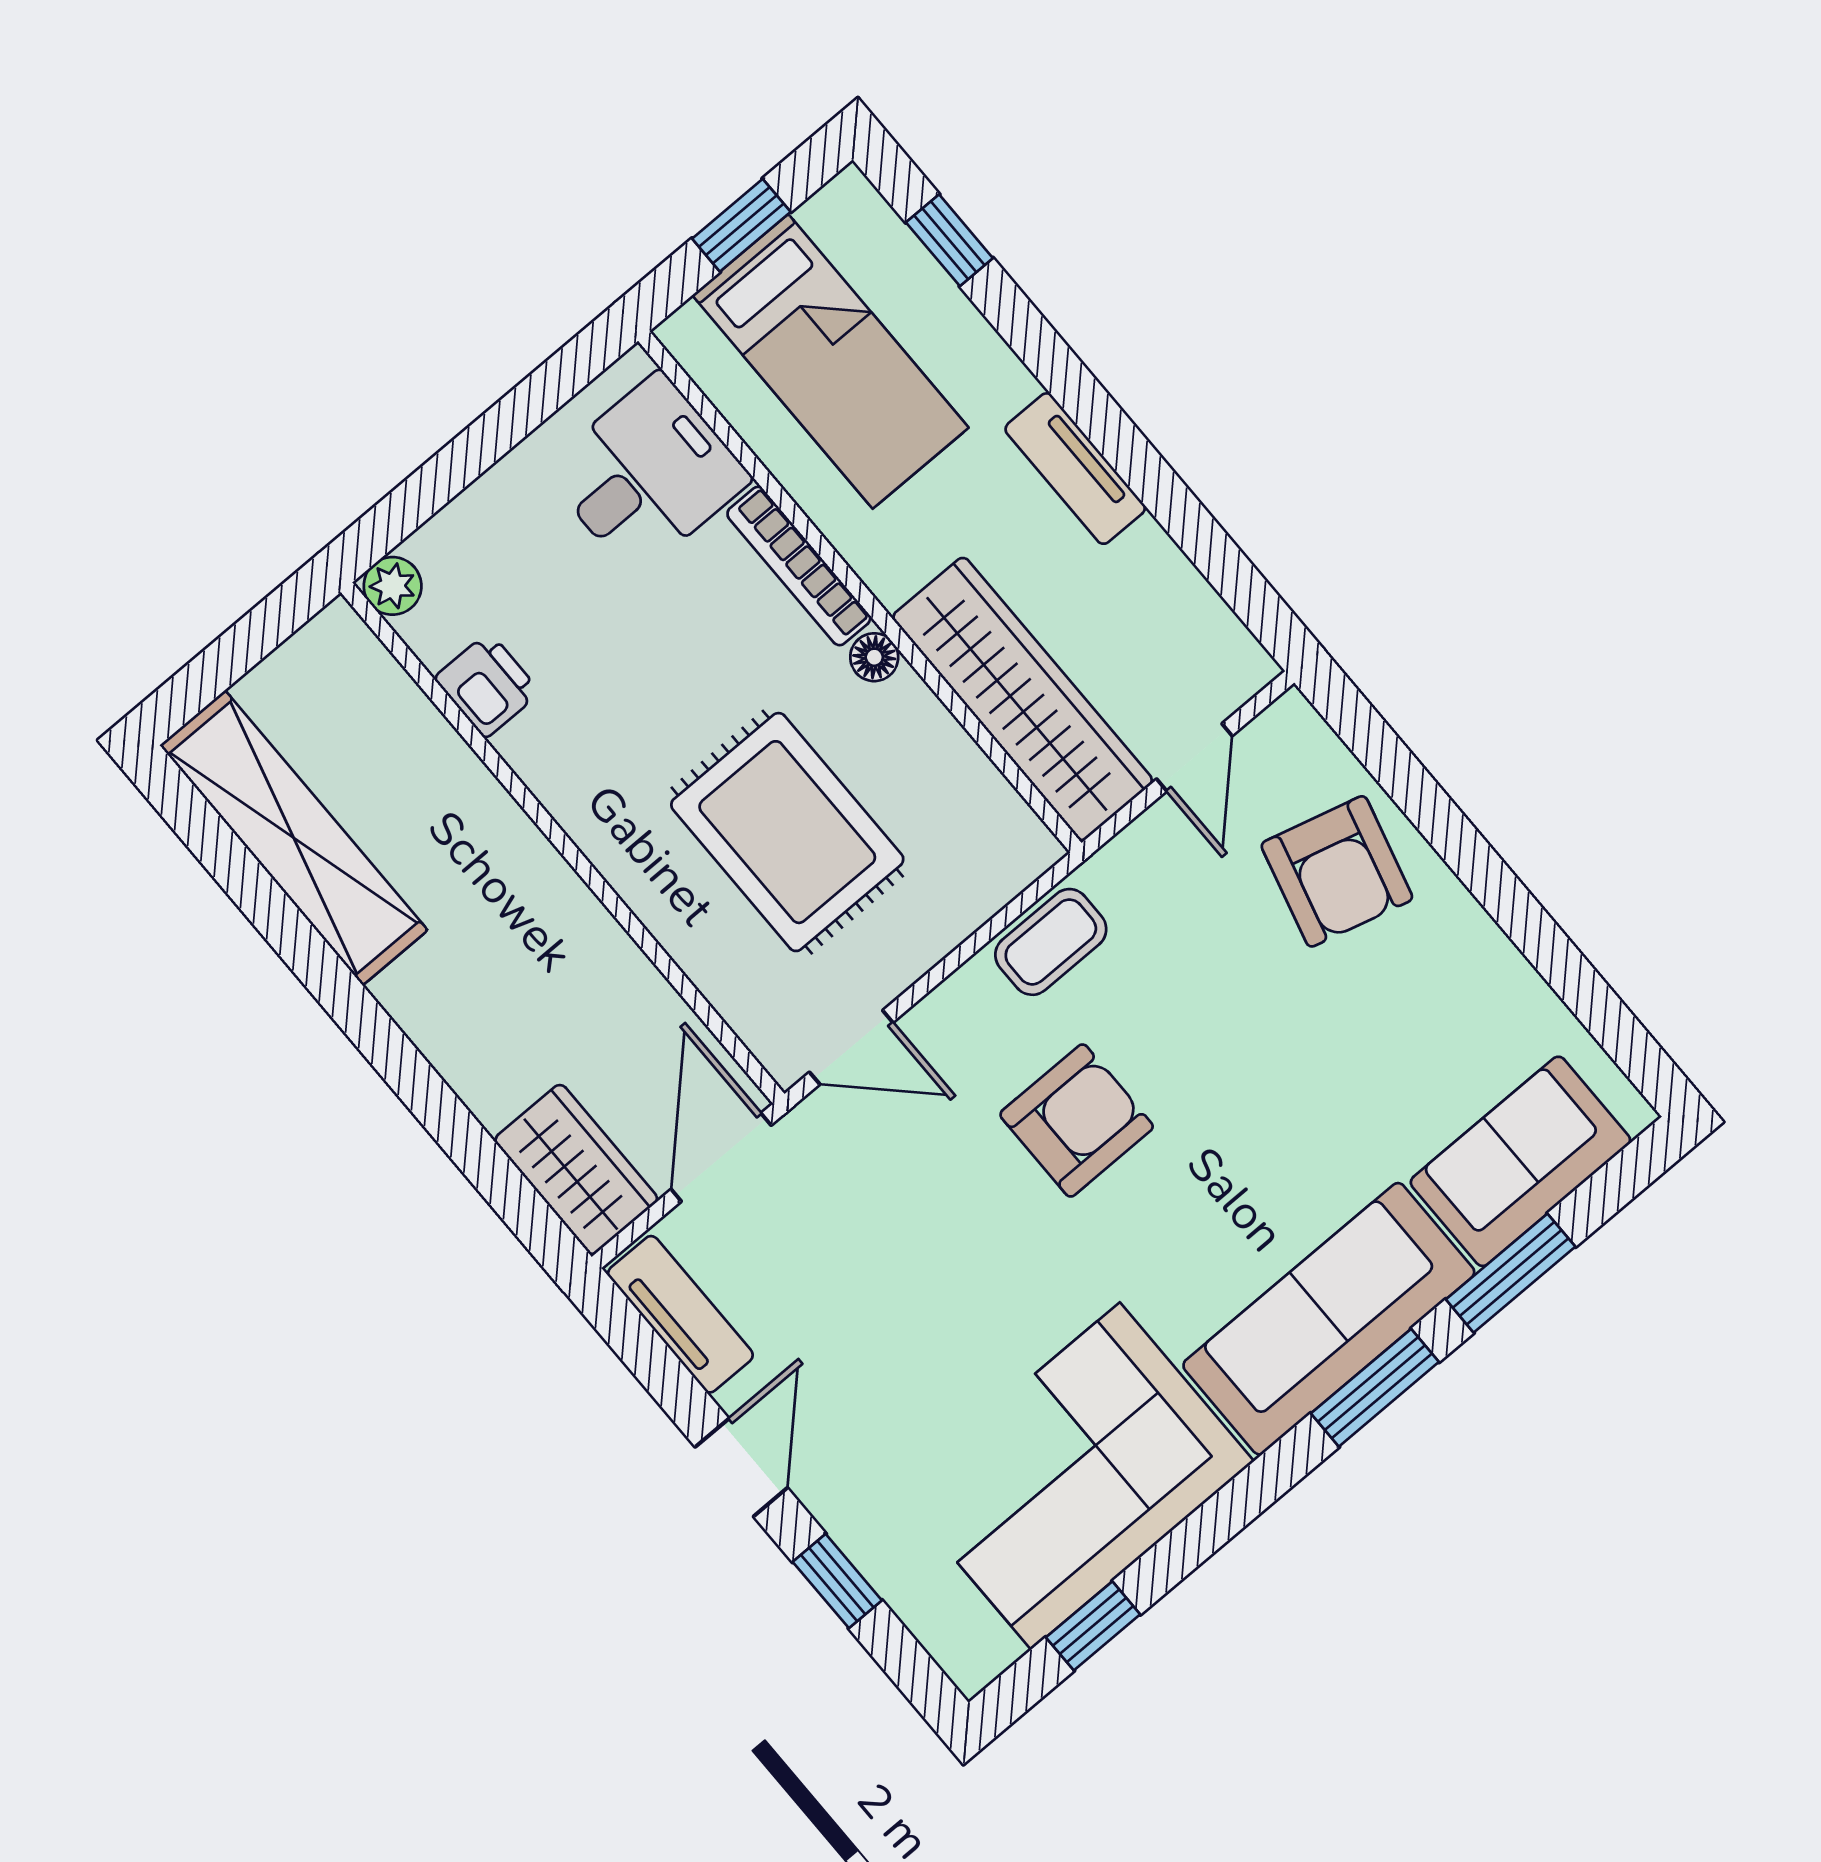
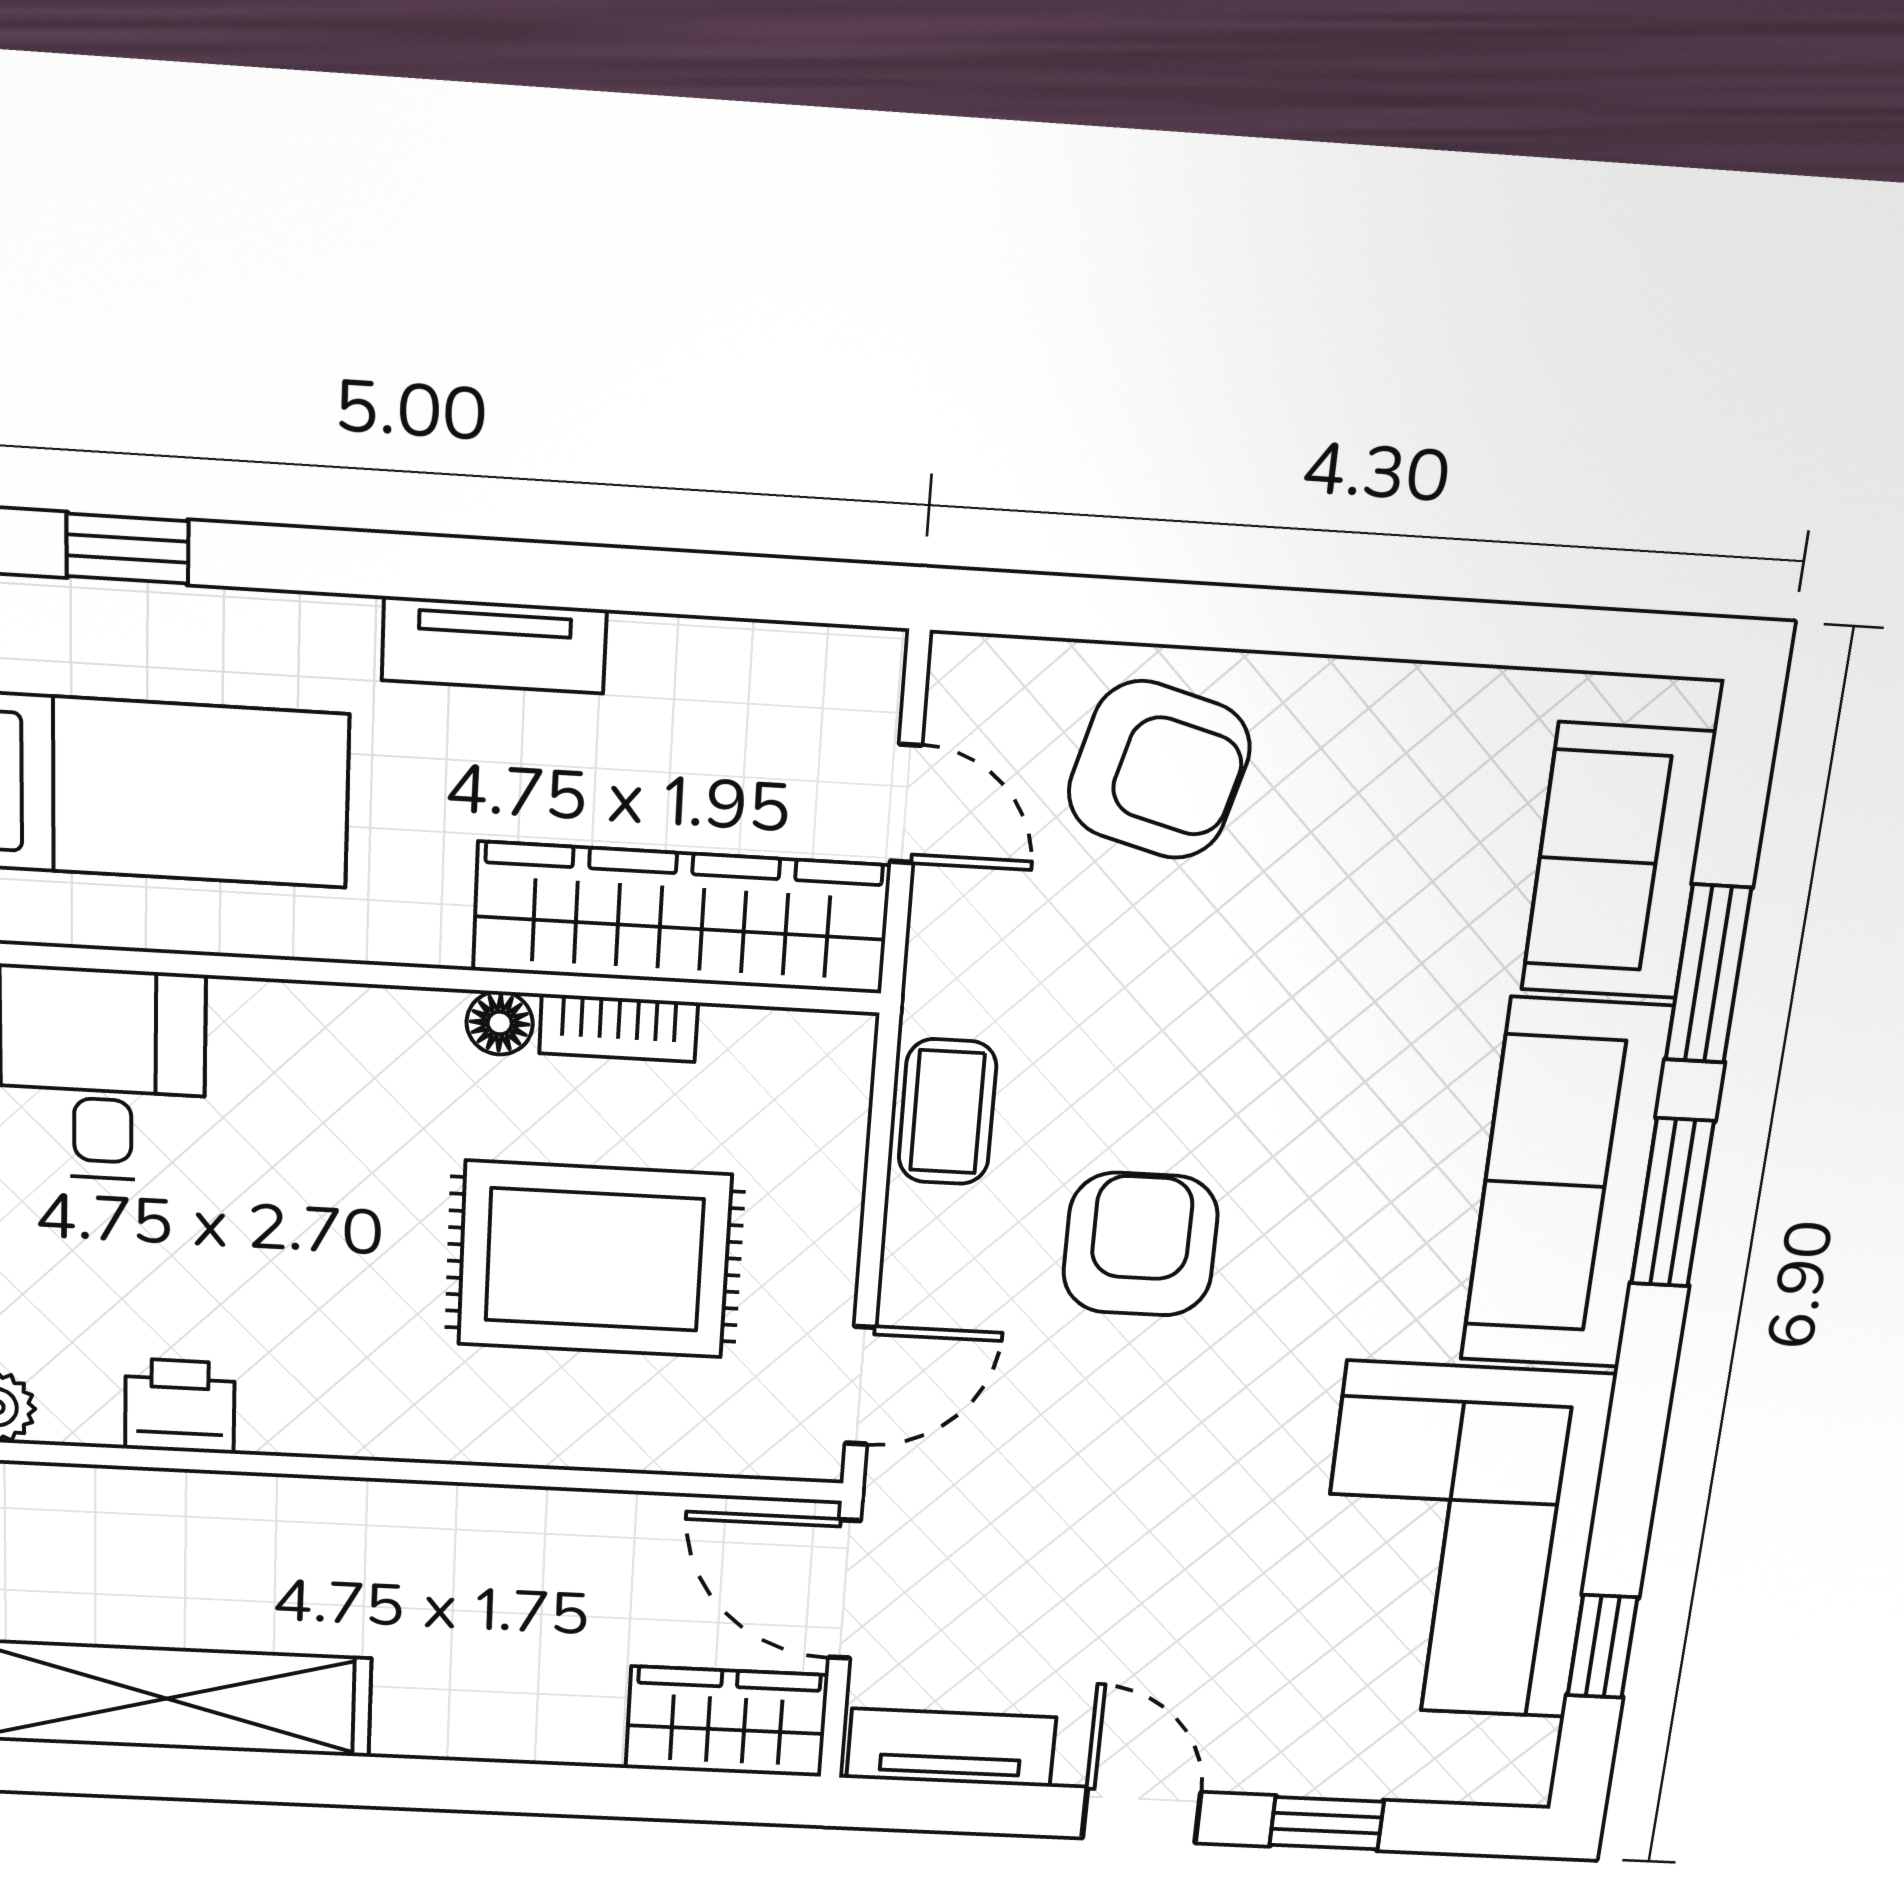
bookcase: (799, 566) -> (619, 1028), moved, width x0.64

